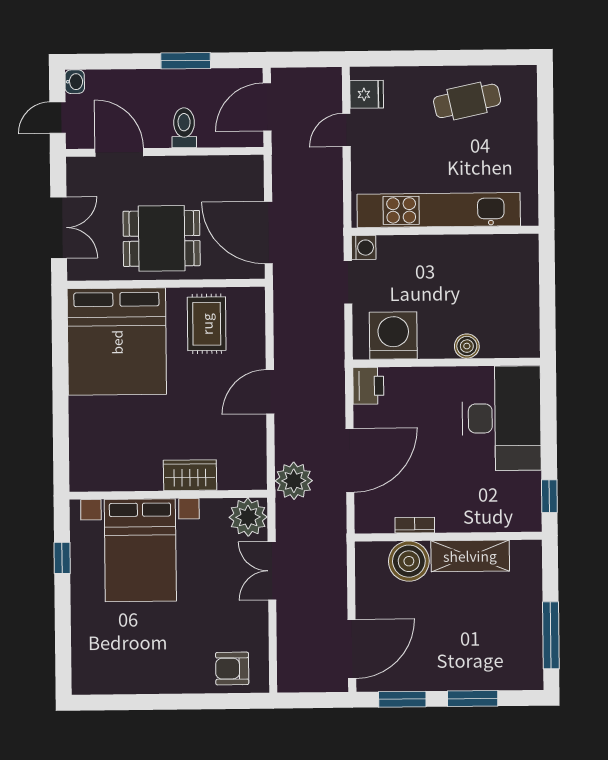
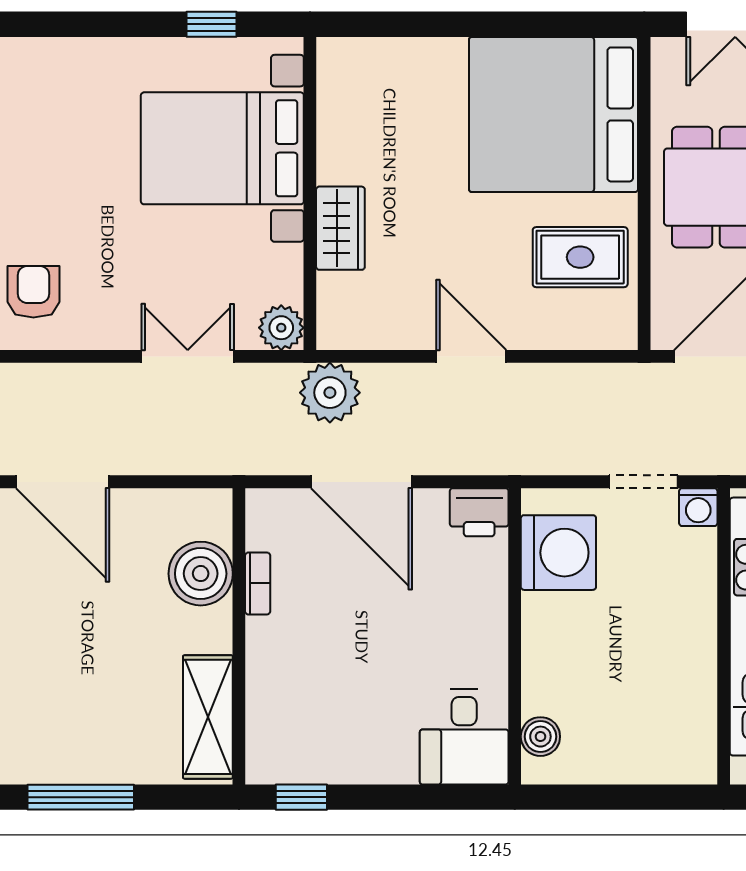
boiler: (467, 346) -> (540, 737), moved
desk: (501, 418) -> (464, 737), width x0.53, depth x0.77
plant: (248, 517) -> (281, 328), width x0.73, depth x0.73
shelving: (470, 556) -> (208, 717), moved

